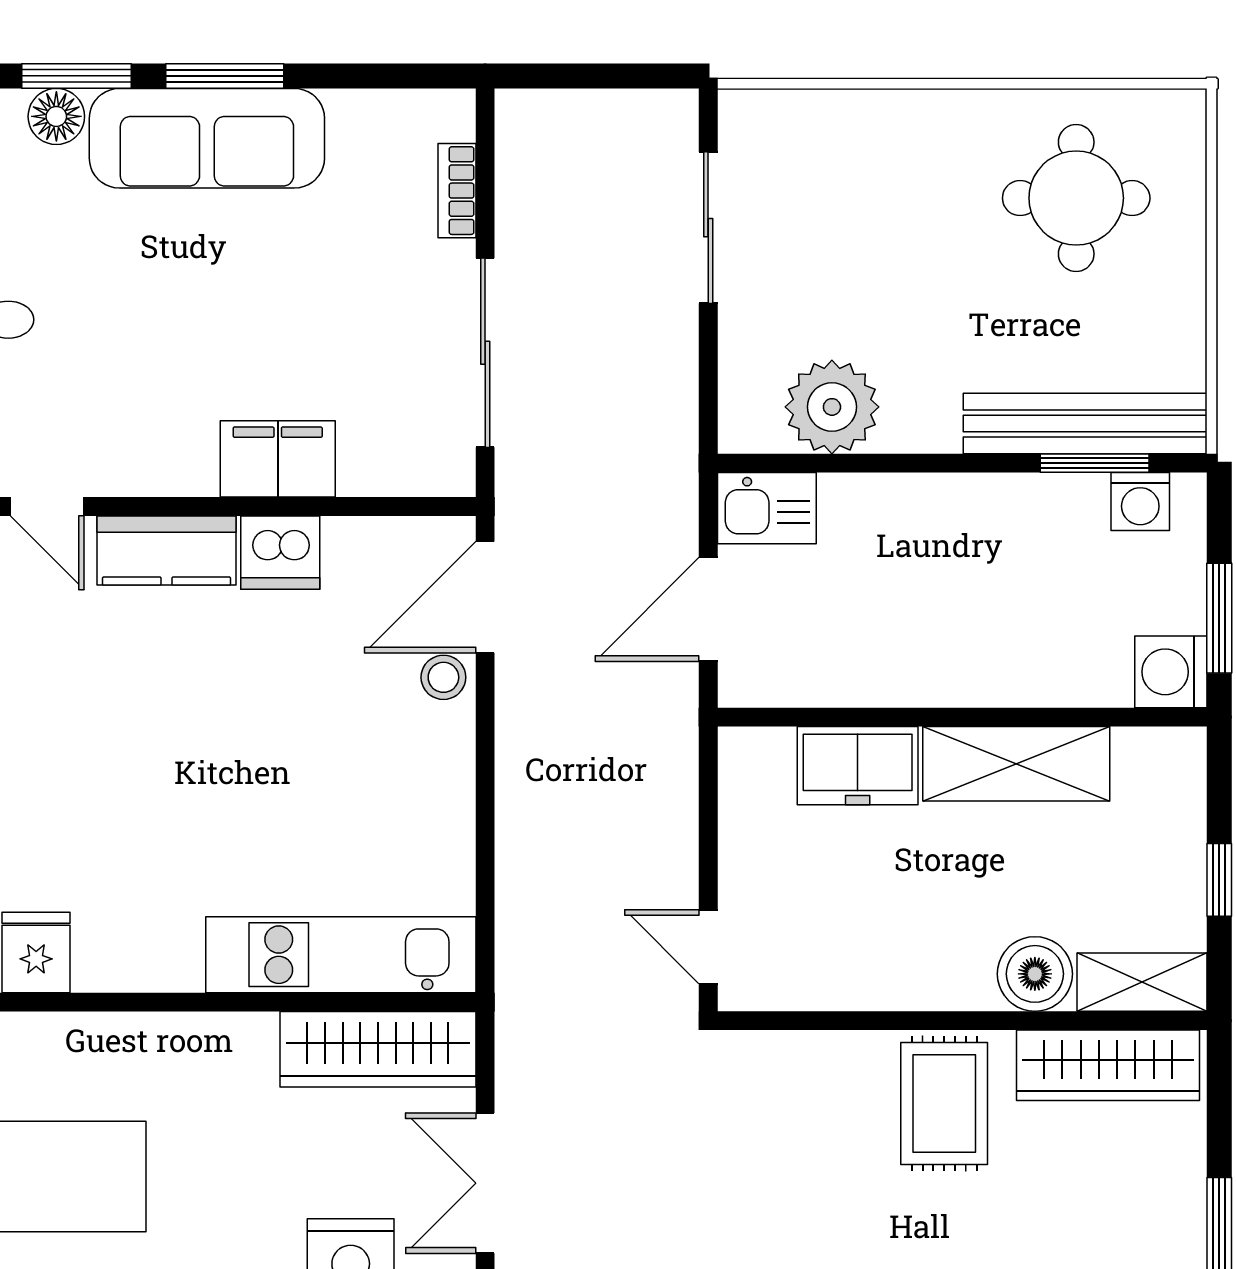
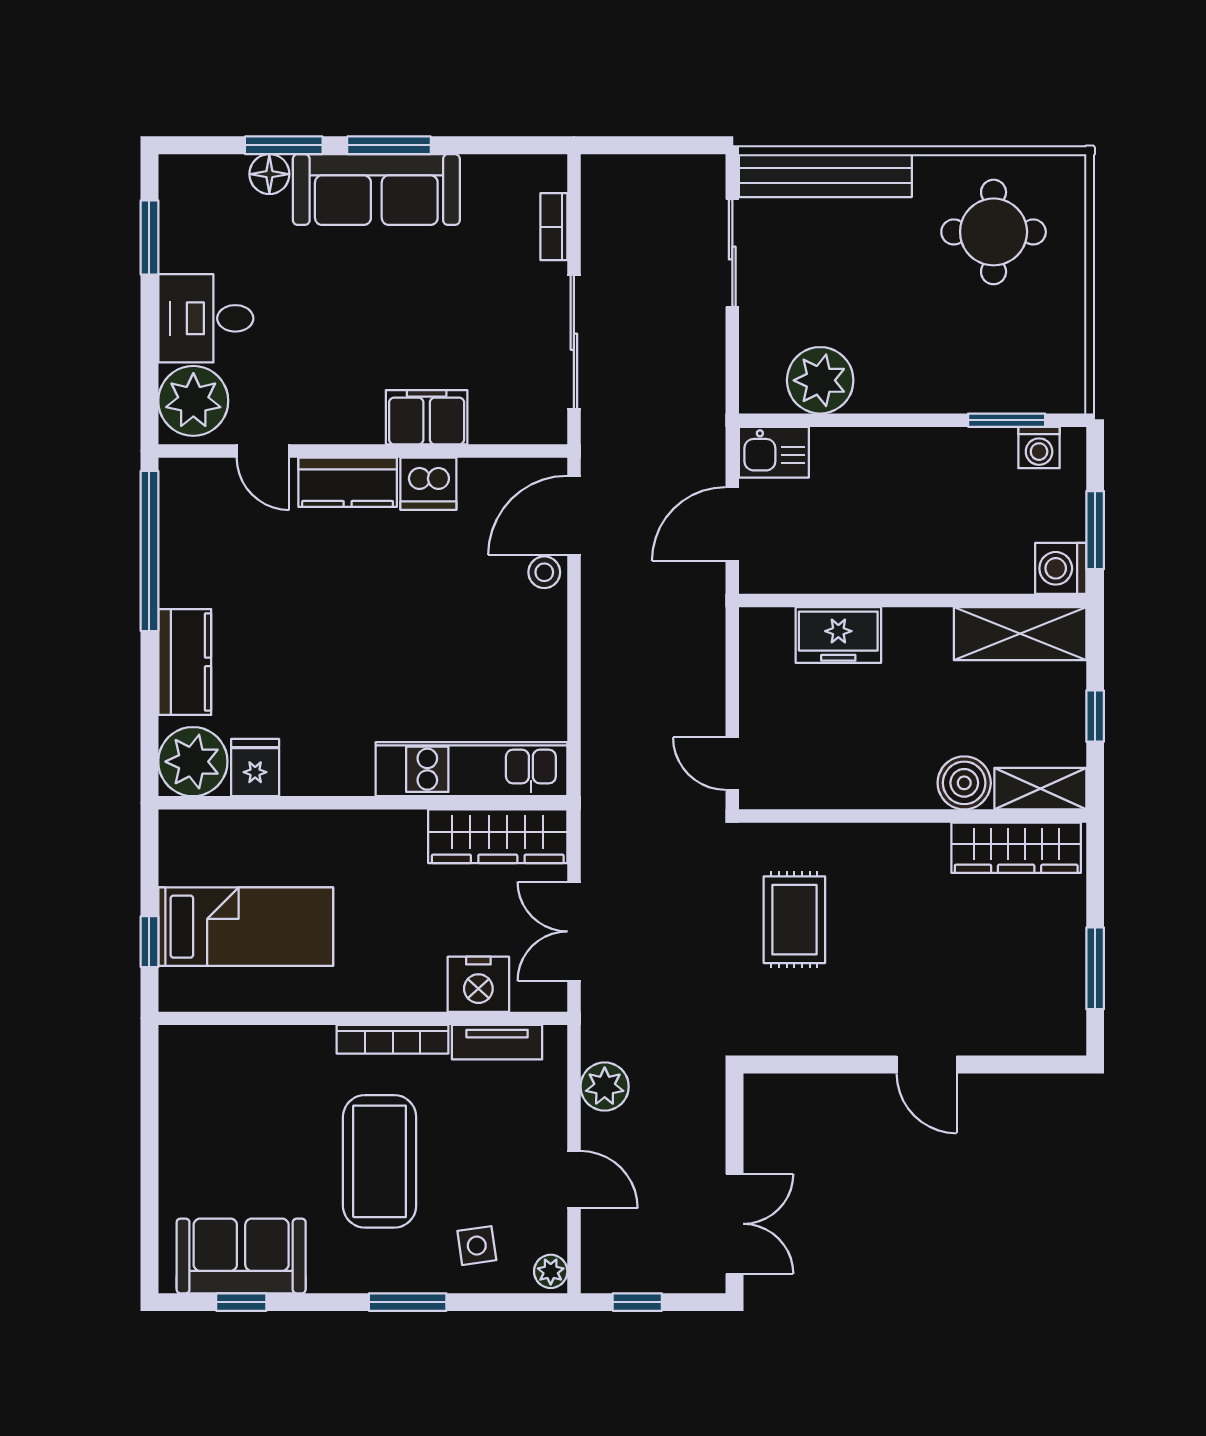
bench: (1085, 424) -> (825, 176), moved
shelving: (1016, 764) -> (1020, 634), moved
rug: (944, 1103) -> (794, 920), moved

